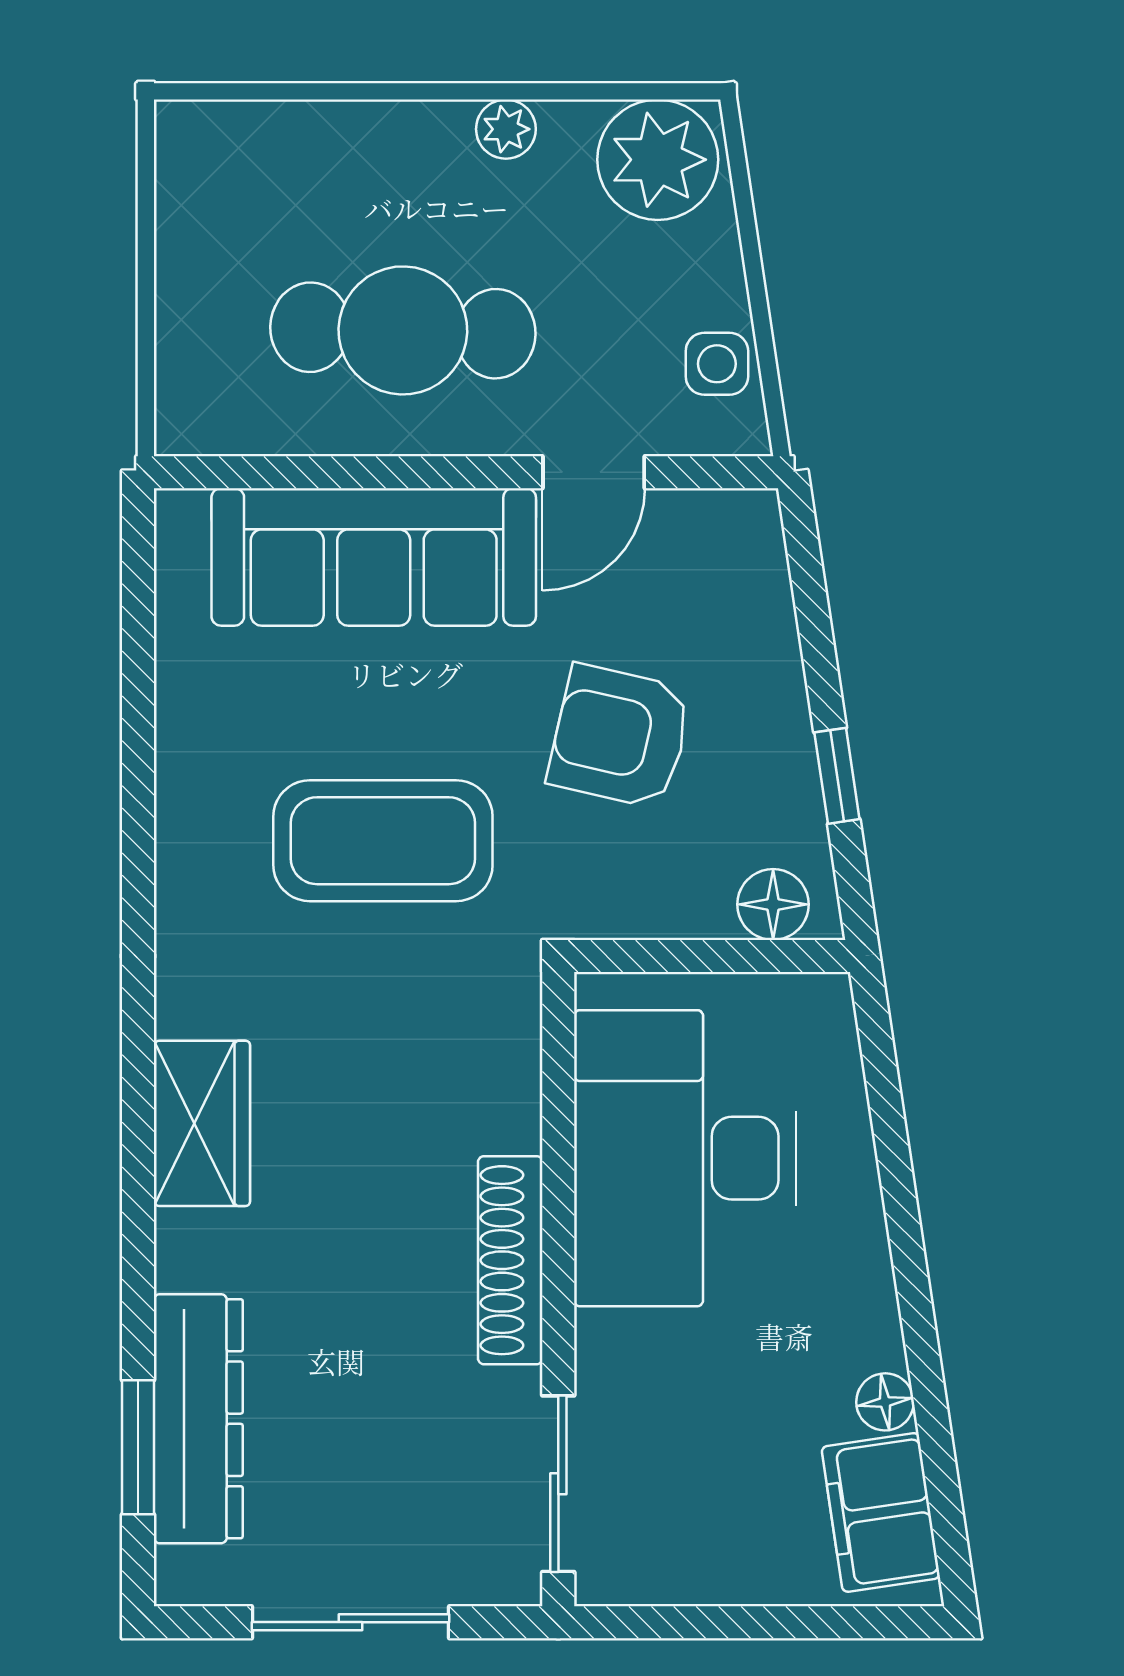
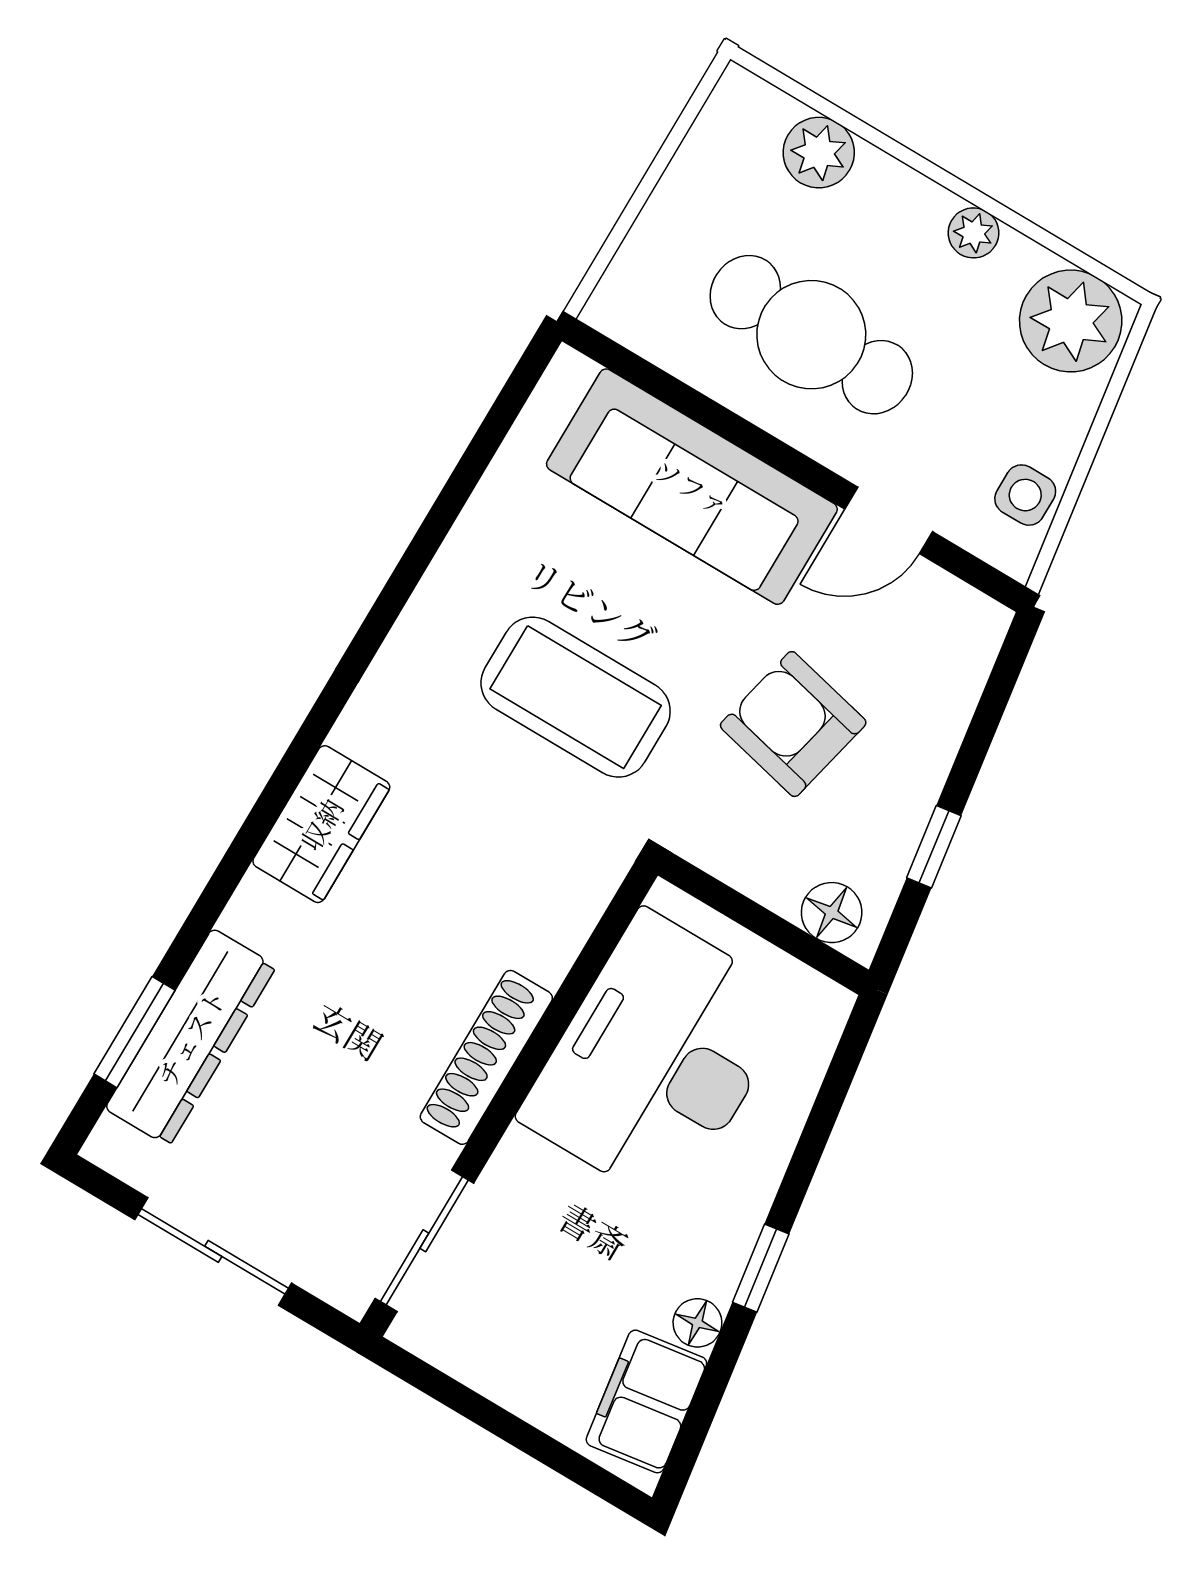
plant: (300, 141) -> (819, 153), added
window: (916, 1308) -> (761, 1268), added

